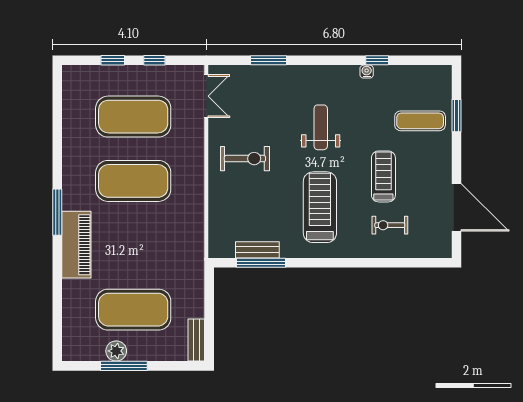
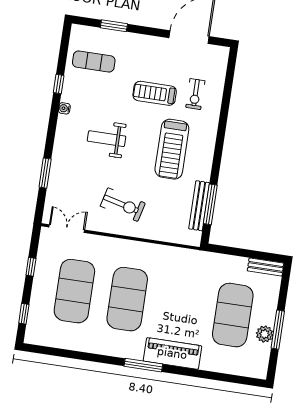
window: (113, 60) -> (24, 314), moved
water cooler: (367, 72) -> (64, 108), moved
exercise mat: (420, 121) -> (94, 62), moved, turned 90
exercise bike: (245, 159) -> (123, 205), turned 104
treadmill: (320, 207) -> (172, 149), turned -90
bench: (257, 250) -> (199, 206), width x1.36

